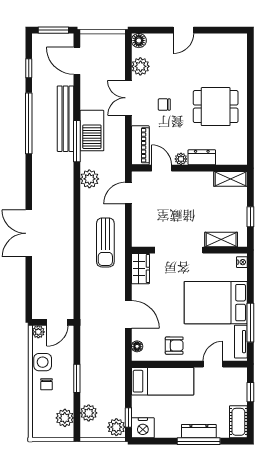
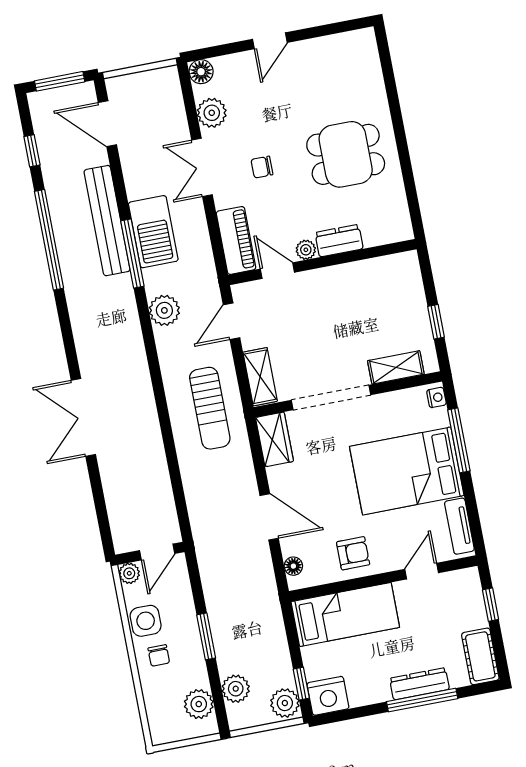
shelving: (231, 179) -> (260, 377), moved, turned 90
window: (250, 323) -> (459, 440), moved

